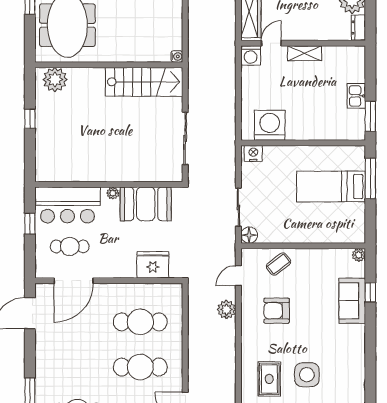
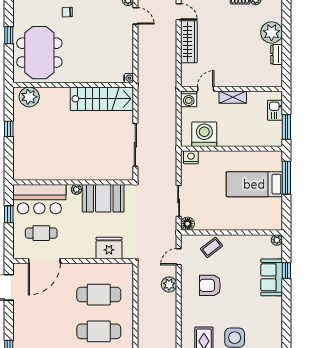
door: (271, 43) -> (206, 89), moved
wall: (303, 43) -> (232, 89), moved
shelving: (305, 53) -> (233, 97), moved
washing machine: (251, 55) -> (189, 99), moved

